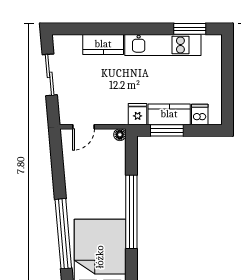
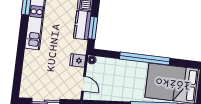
kitchen counter: (103, 44) -> (30, 64), removed
fridge: (138, 114) -> (78, 60), moved

